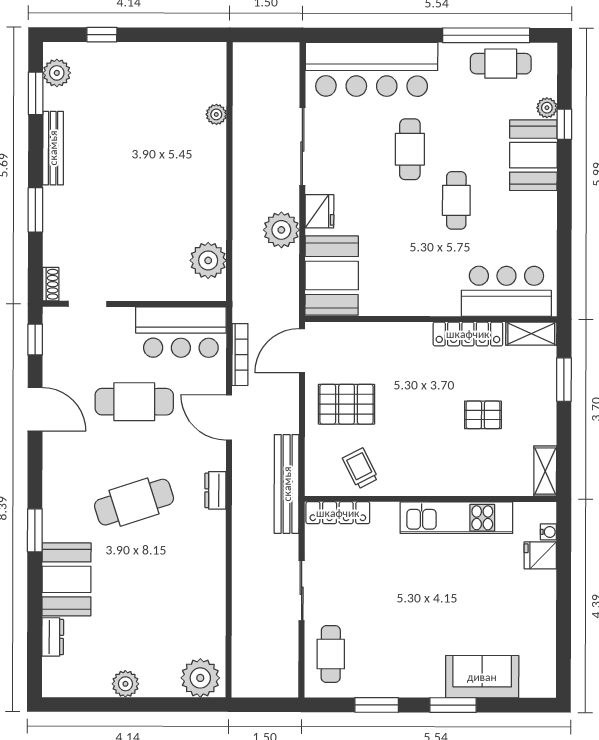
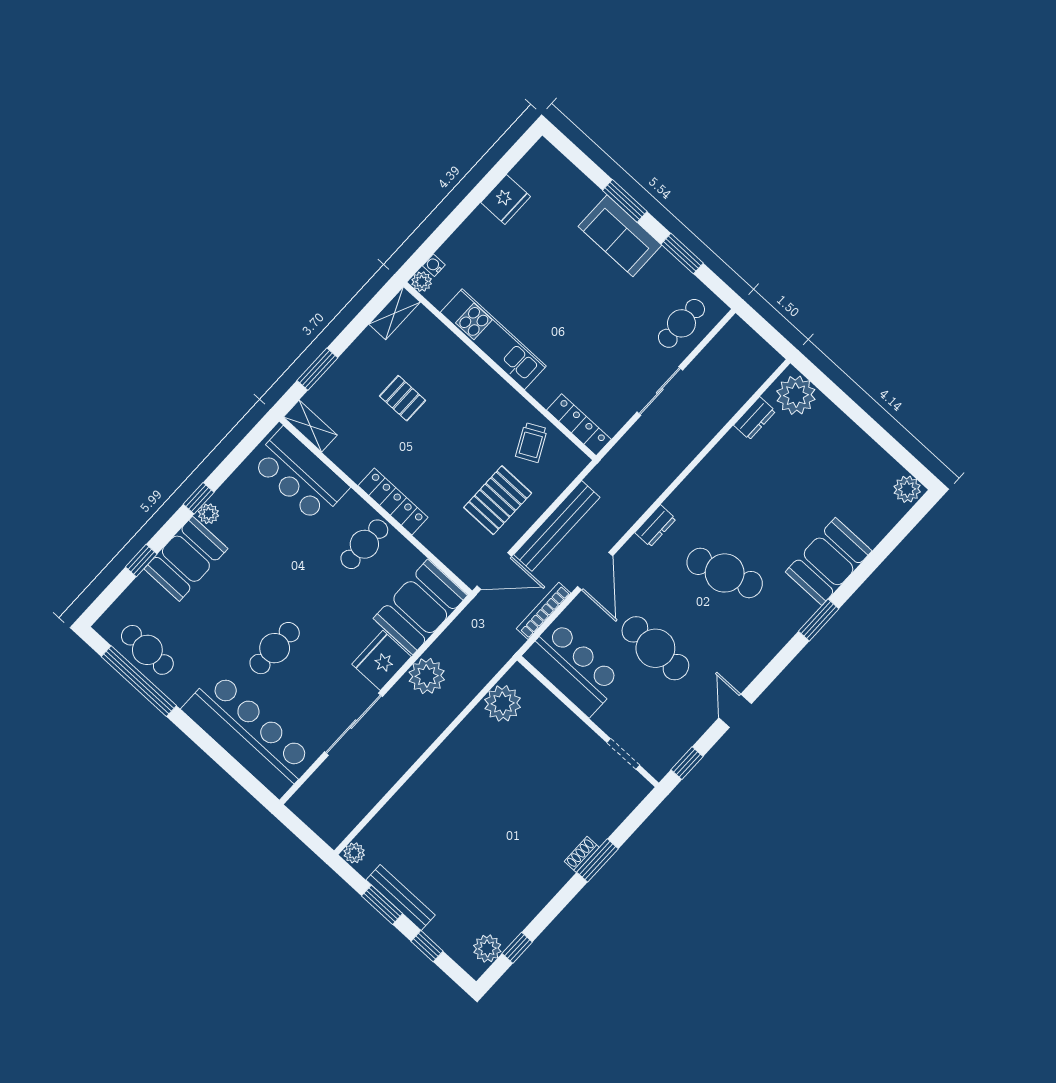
window: (162, 35) -> (382, 905), added
window: (36, 93) -> (517, 948), width x0.67
plant: (547, 108) -> (209, 514), moved
plant: (216, 114) -> (354, 853), moved
bench: (53, 148) -> (401, 898), moved, turned 90
cafe table: (456, 200) -> (364, 544), moved
window: (564, 207) -> (199, 498), added
fridge: (319, 211) -> (382, 660), width x1.36, depth x1.34
shoe rack: (51, 284) -> (582, 854), moved
locker: (468, 334) -> (393, 502), moved
pallet: (346, 404) -> (498, 500), turned 90
door: (35, 409) -> (735, 711), width x0.73
bench: (287, 484) -> (557, 526), moved
plant: (546, 512) -> (422, 282), added
fridge: (540, 555) -> (506, 199), moved, width x1.38
dresser: (53, 637) -> (755, 418), moved, turned 180
sofa: (482, 677) -> (620, 236), moved
plant: (125, 684) -> (907, 489), moved

